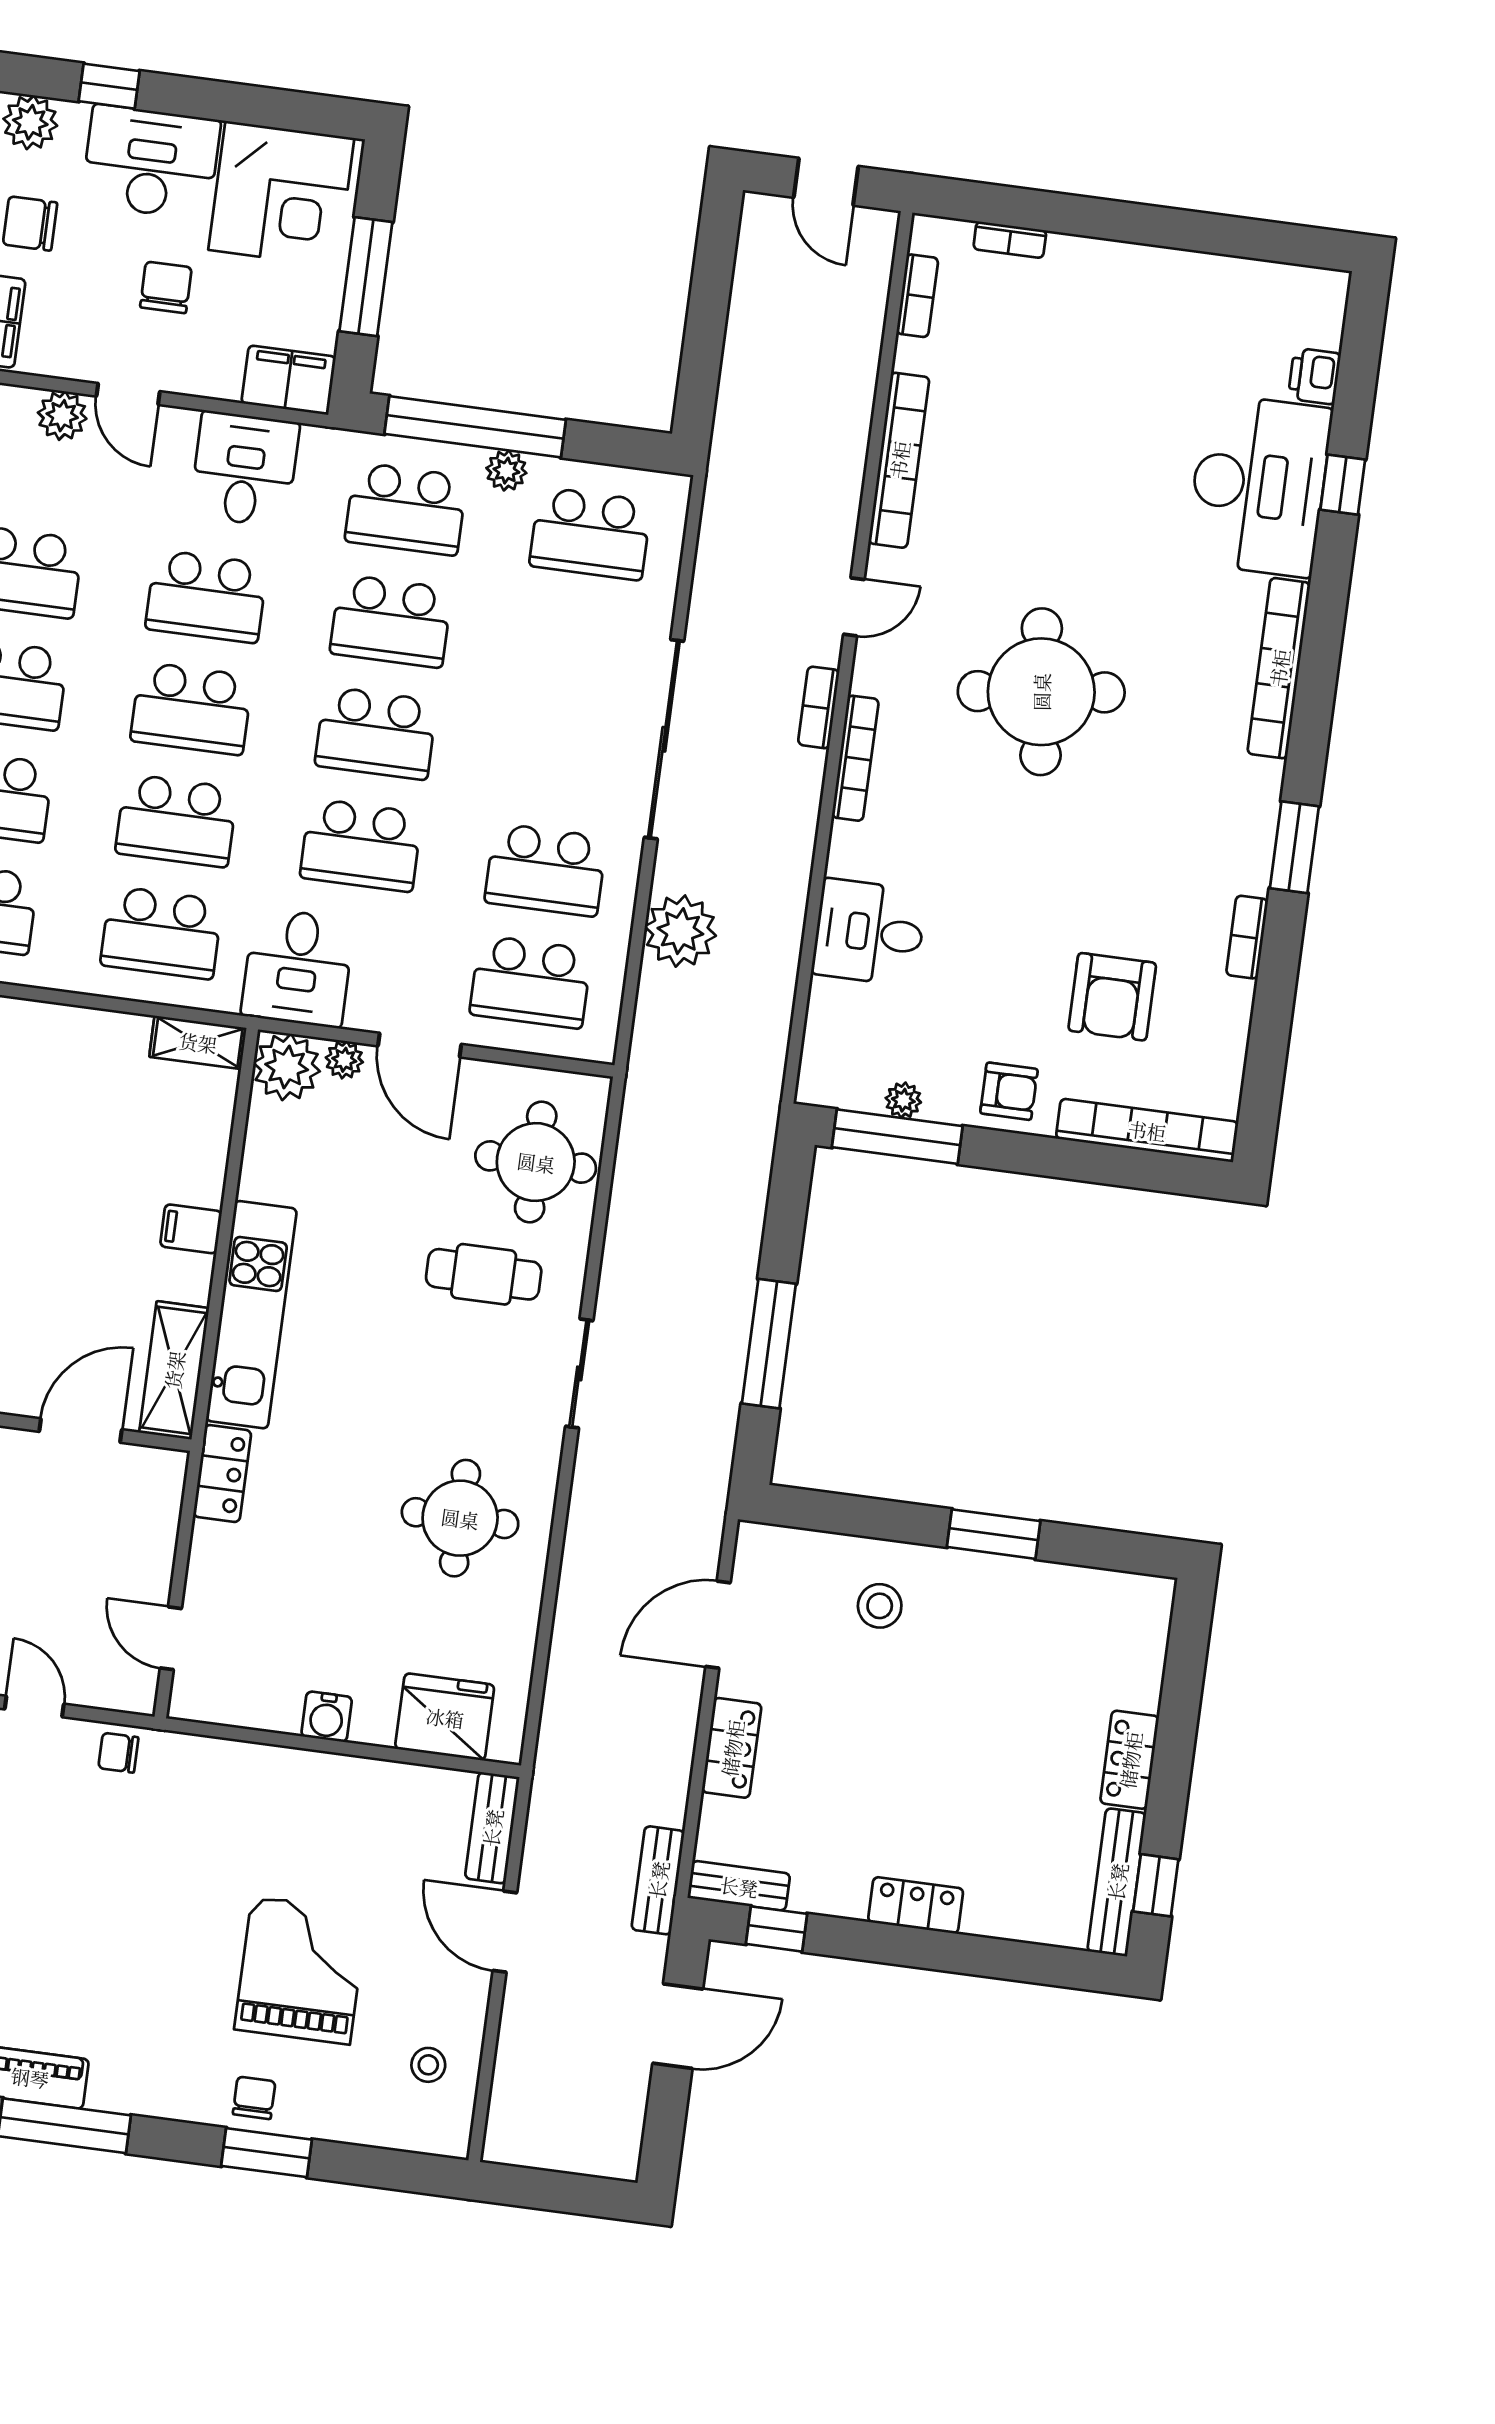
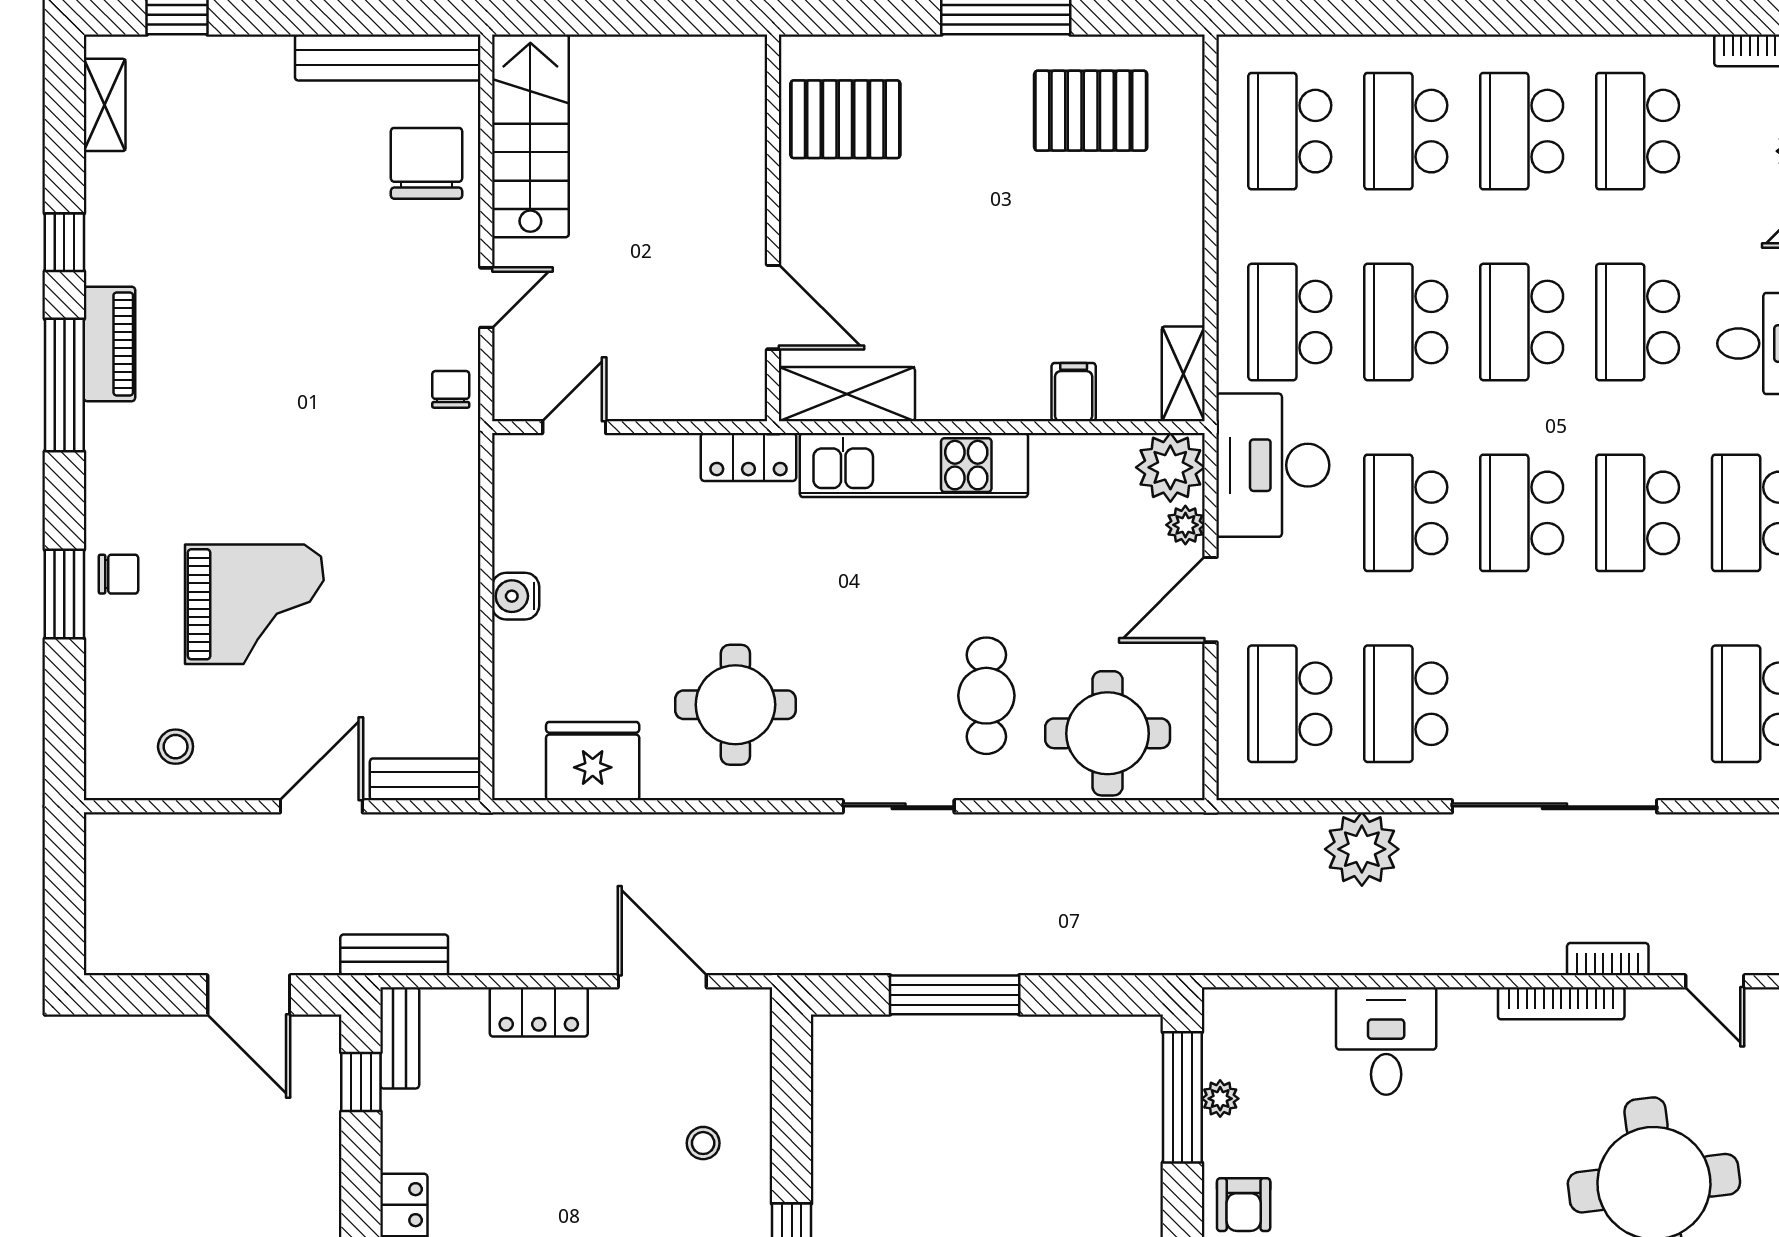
desk: (298, 968) -> (1273, 465), width x1.37
filing cabinet: (191, 1229) -> (1074, 392), moved
stool: (880, 1606) -> (703, 1143), width x0.73, depth x0.73
fridge: (445, 1717) -> (593, 761), moved, turned -90

